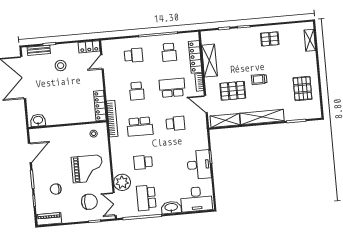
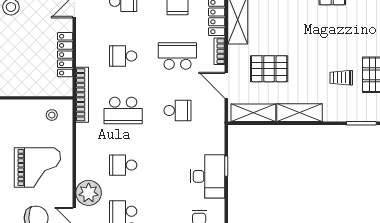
trolley: (259, 79) -> (341, 78), moved
school desk: (137, 91) -> (123, 56), turned 90
locker: (100, 106) -> (65, 55), moved
shelving: (262, 117) -> (299, 113), width x0.68

